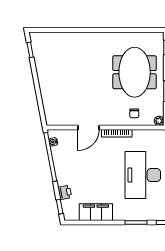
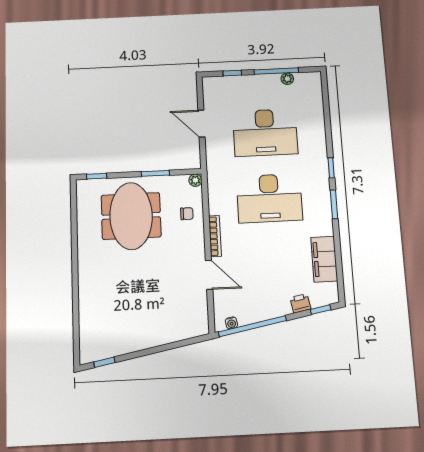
meeting table: (135, 72) -> (131, 216), turned 90

